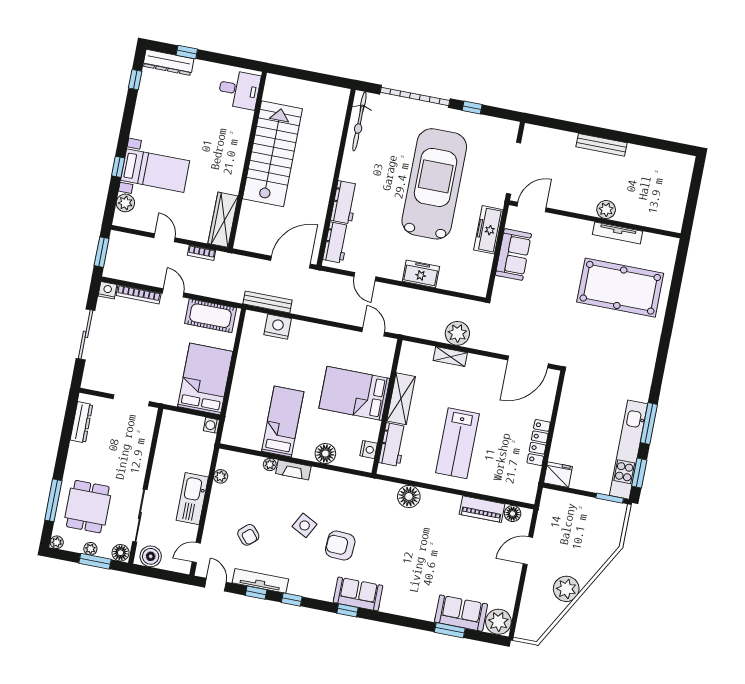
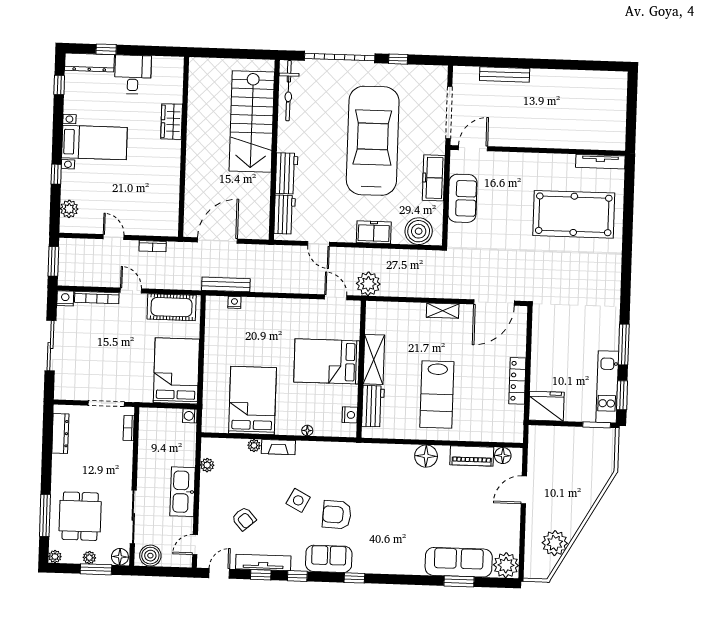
desk: (239, 90) -> (133, 74), moved, turned -90
bench: (602, 145) -> (505, 74), moved
stairs: (272, 154) -> (252, 121), moved, turned 180
bed with nightstands: (155, 171) -> (94, 143), moved
plant: (606, 210) -> (547, 139), removed
wardrobe: (223, 220) -> (172, 122), moved, width x0.67
tv unit: (618, 233) -> (600, 162), moved
door: (290, 262) -> (217, 241), moved
boiler: (465, 280) -> (419, 231), added
nightstand: (278, 327) -> (234, 302), width x0.53, depth x0.56
plant: (457, 333) -> (368, 284), moved
shelving: (450, 357) -> (443, 311), moved
bed: (283, 421) -> (253, 400), width x1.50
bookcase: (149, 428) -> (129, 428), added
kitchen unit: (628, 450) -> (607, 387), width x0.73
floor lamp: (325, 453) -> (307, 431), width x0.53, depth x0.53
fridge: (558, 475) -> (546, 406), width x1.36, depth x1.34
floor lamp: (409, 496) -> (426, 456), moved
door: (215, 585) -> (219, 573), hinge flipped
plant: (566, 589) -> (555, 543), moved
sofa: (358, 594) -> (329, 559), moved
sofa: (461, 613) -> (459, 562), width x1.36

